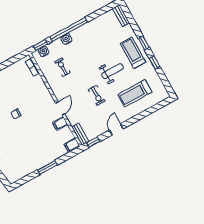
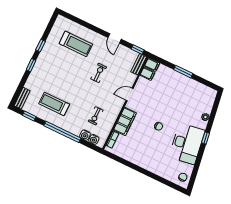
water cooler: (66, 39) -> (85, 135), moved
window: (41, 45) -> (29, 116), moved
treadmill: (133, 53) -> (54, 104), moved, turned 90
weight bench: (112, 71) -> (71, 74), removed
filing cabinet: (40, 89) -> (125, 121), added
filing cabinet: (60, 124) -> (147, 74), moved
door: (116, 129) -> (115, 38), hinge flipped

